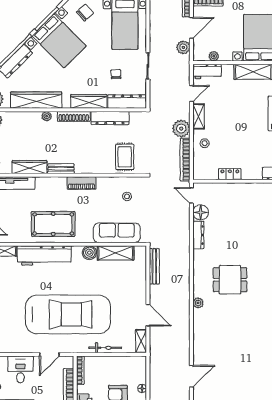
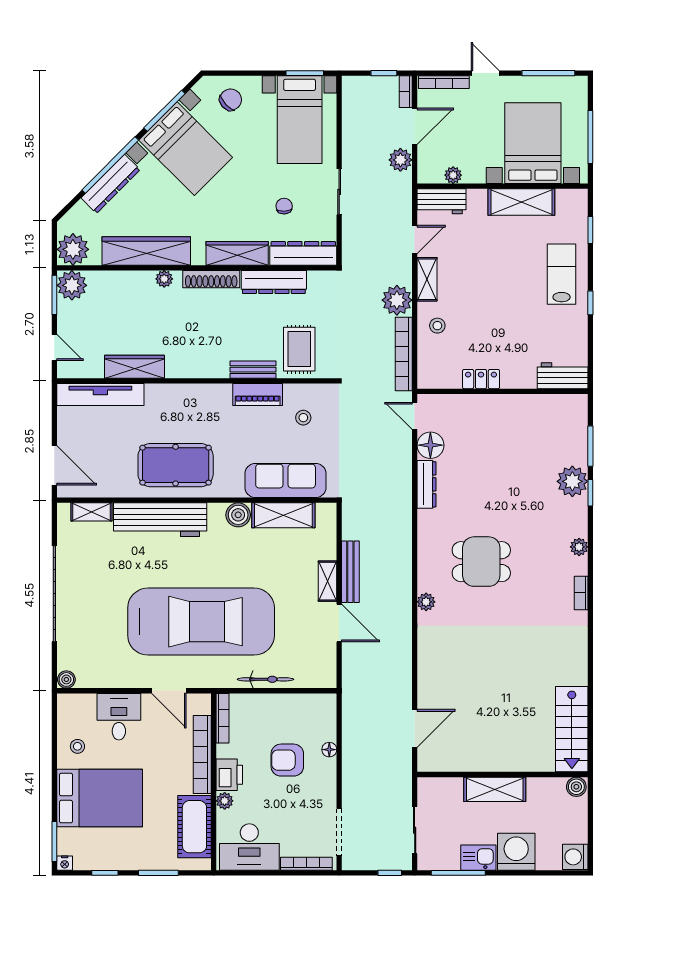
bench: (61, 169) -> (253, 370), moved
piano: (82, 183) -> (258, 394), moved
bench: (154, 266) -> (350, 572), moved
shelving: (141, 341) -> (328, 581), moved
door: (49, 354) -> (169, 691), hinge flipped

